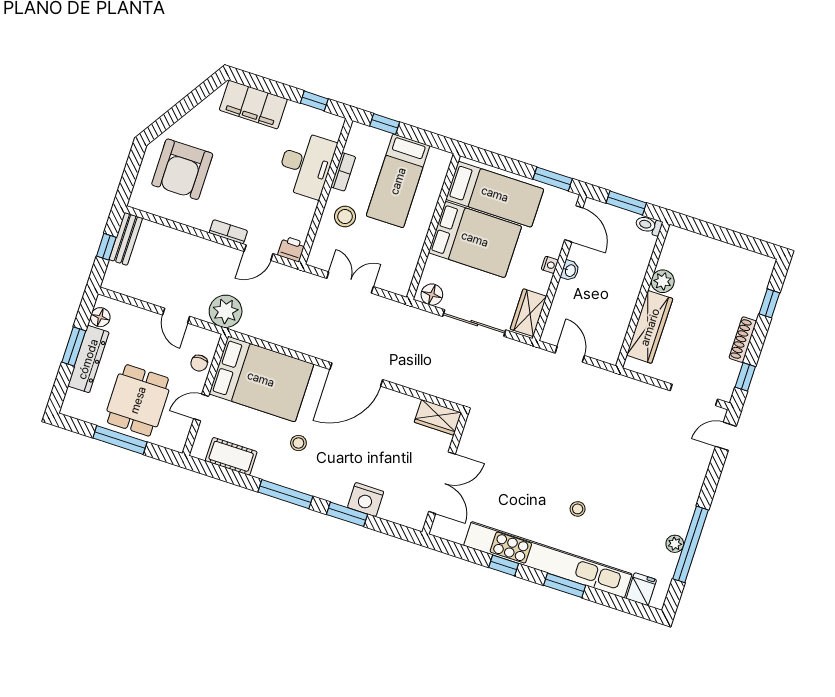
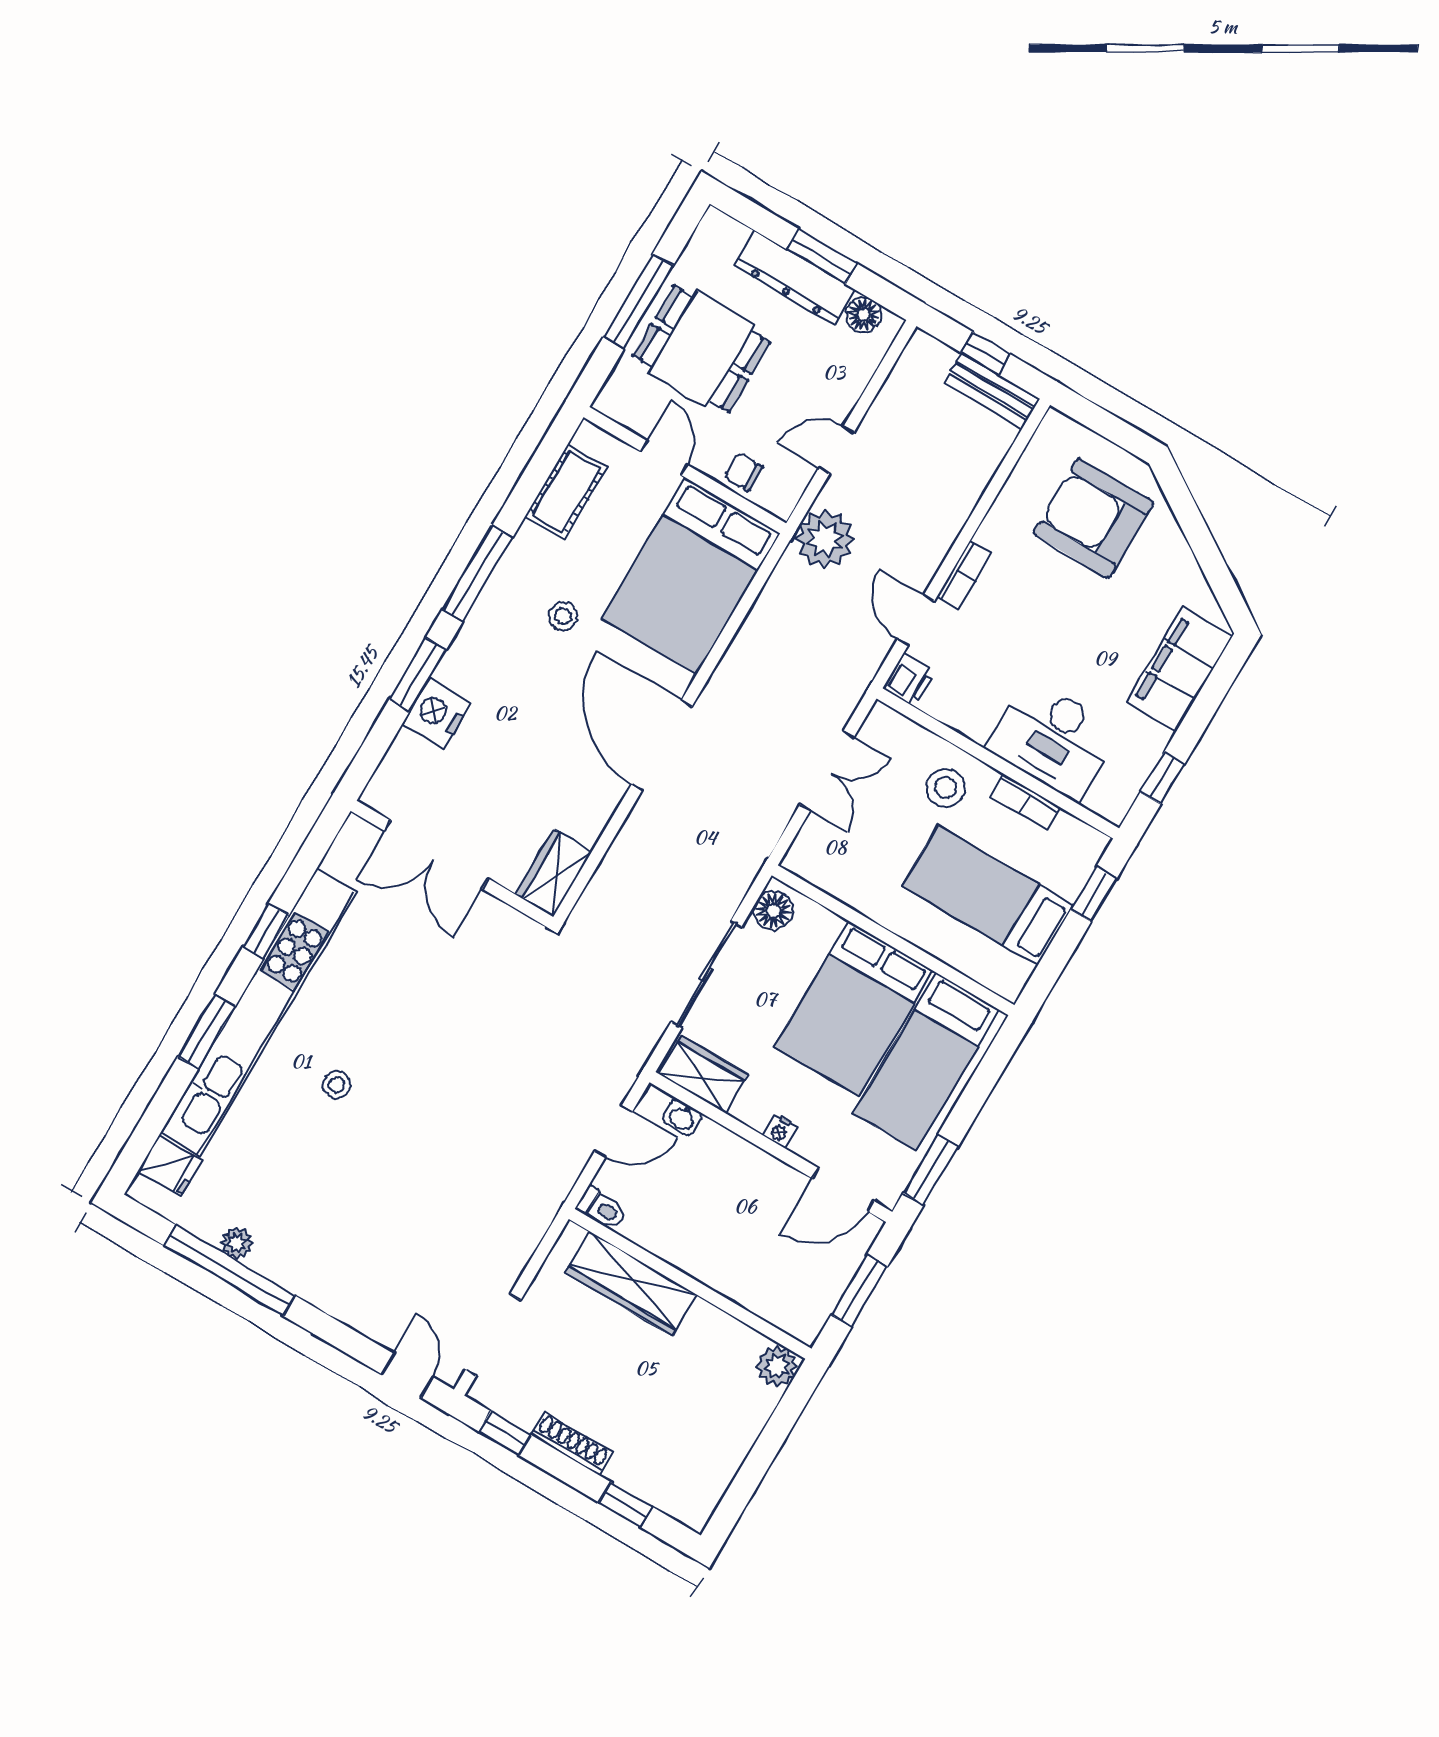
toilet: (649, 225) -> (602, 1208), moved, turned 90
washbasin: (570, 270) -> (682, 1118), moved
plant: (663, 281) -> (777, 1366), moved

